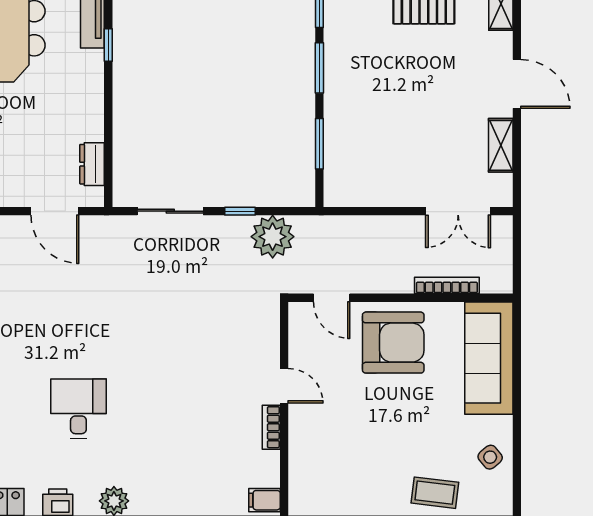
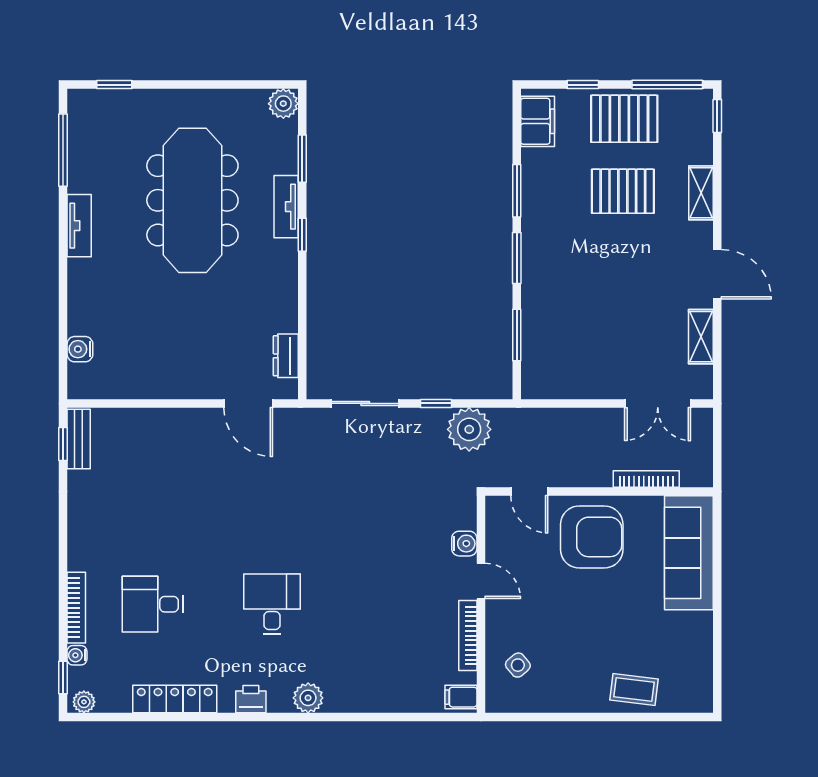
water cooler: (268, 349) -> (464, 544), added
bookcase: (271, 427) -> (468, 636), width x1.56
side table: (490, 457) -> (518, 665), moved

